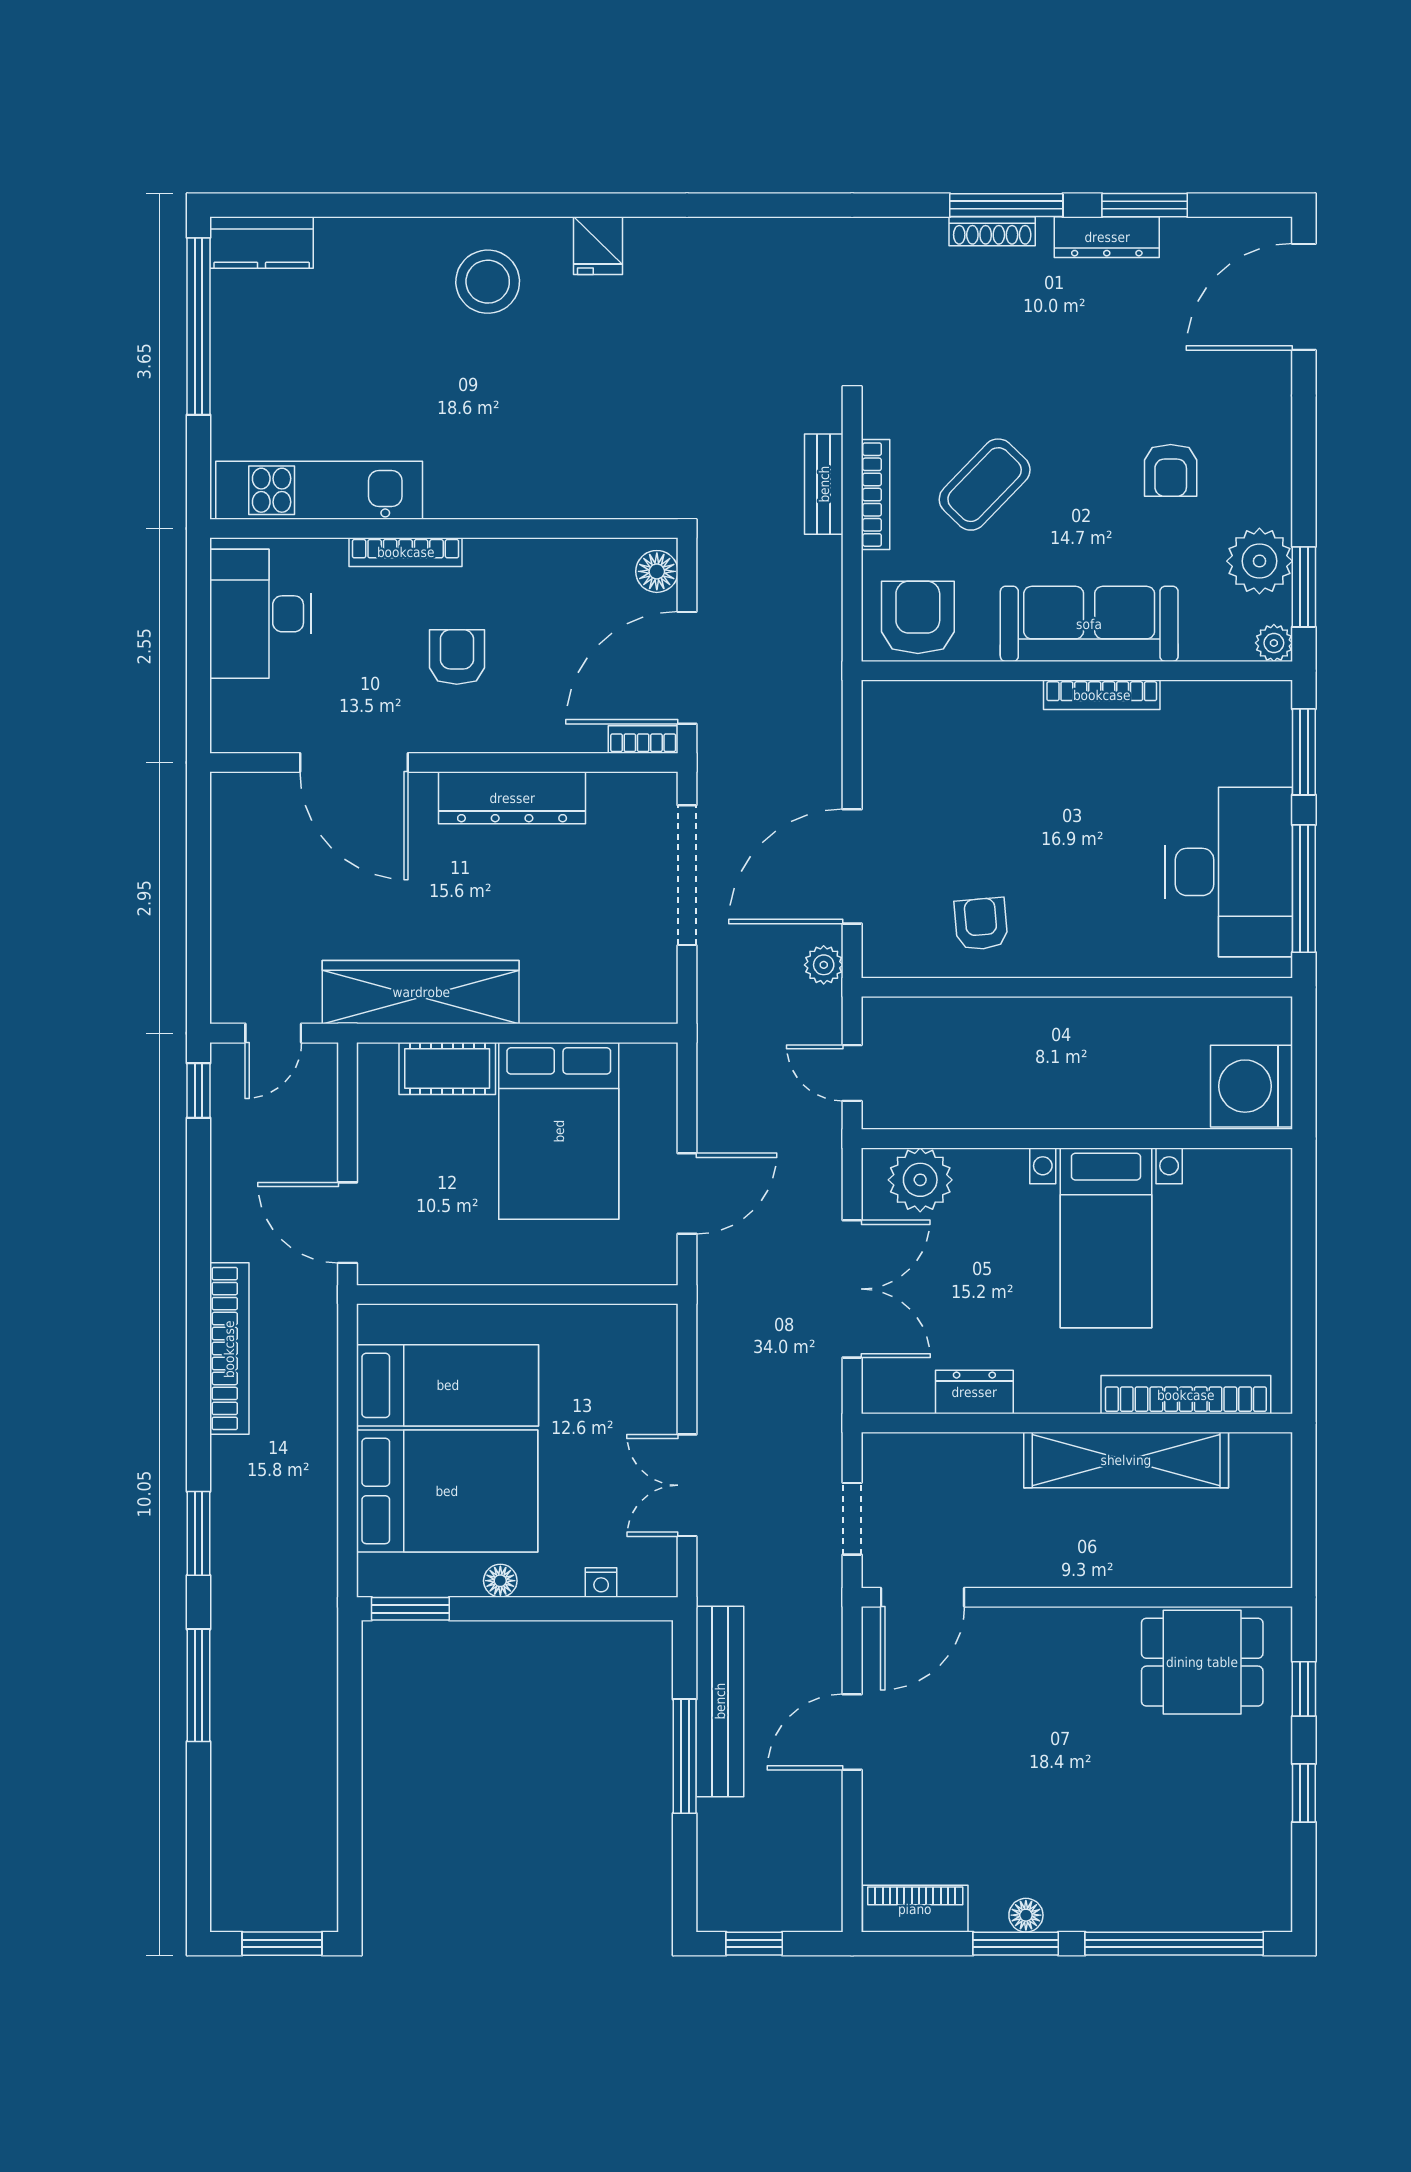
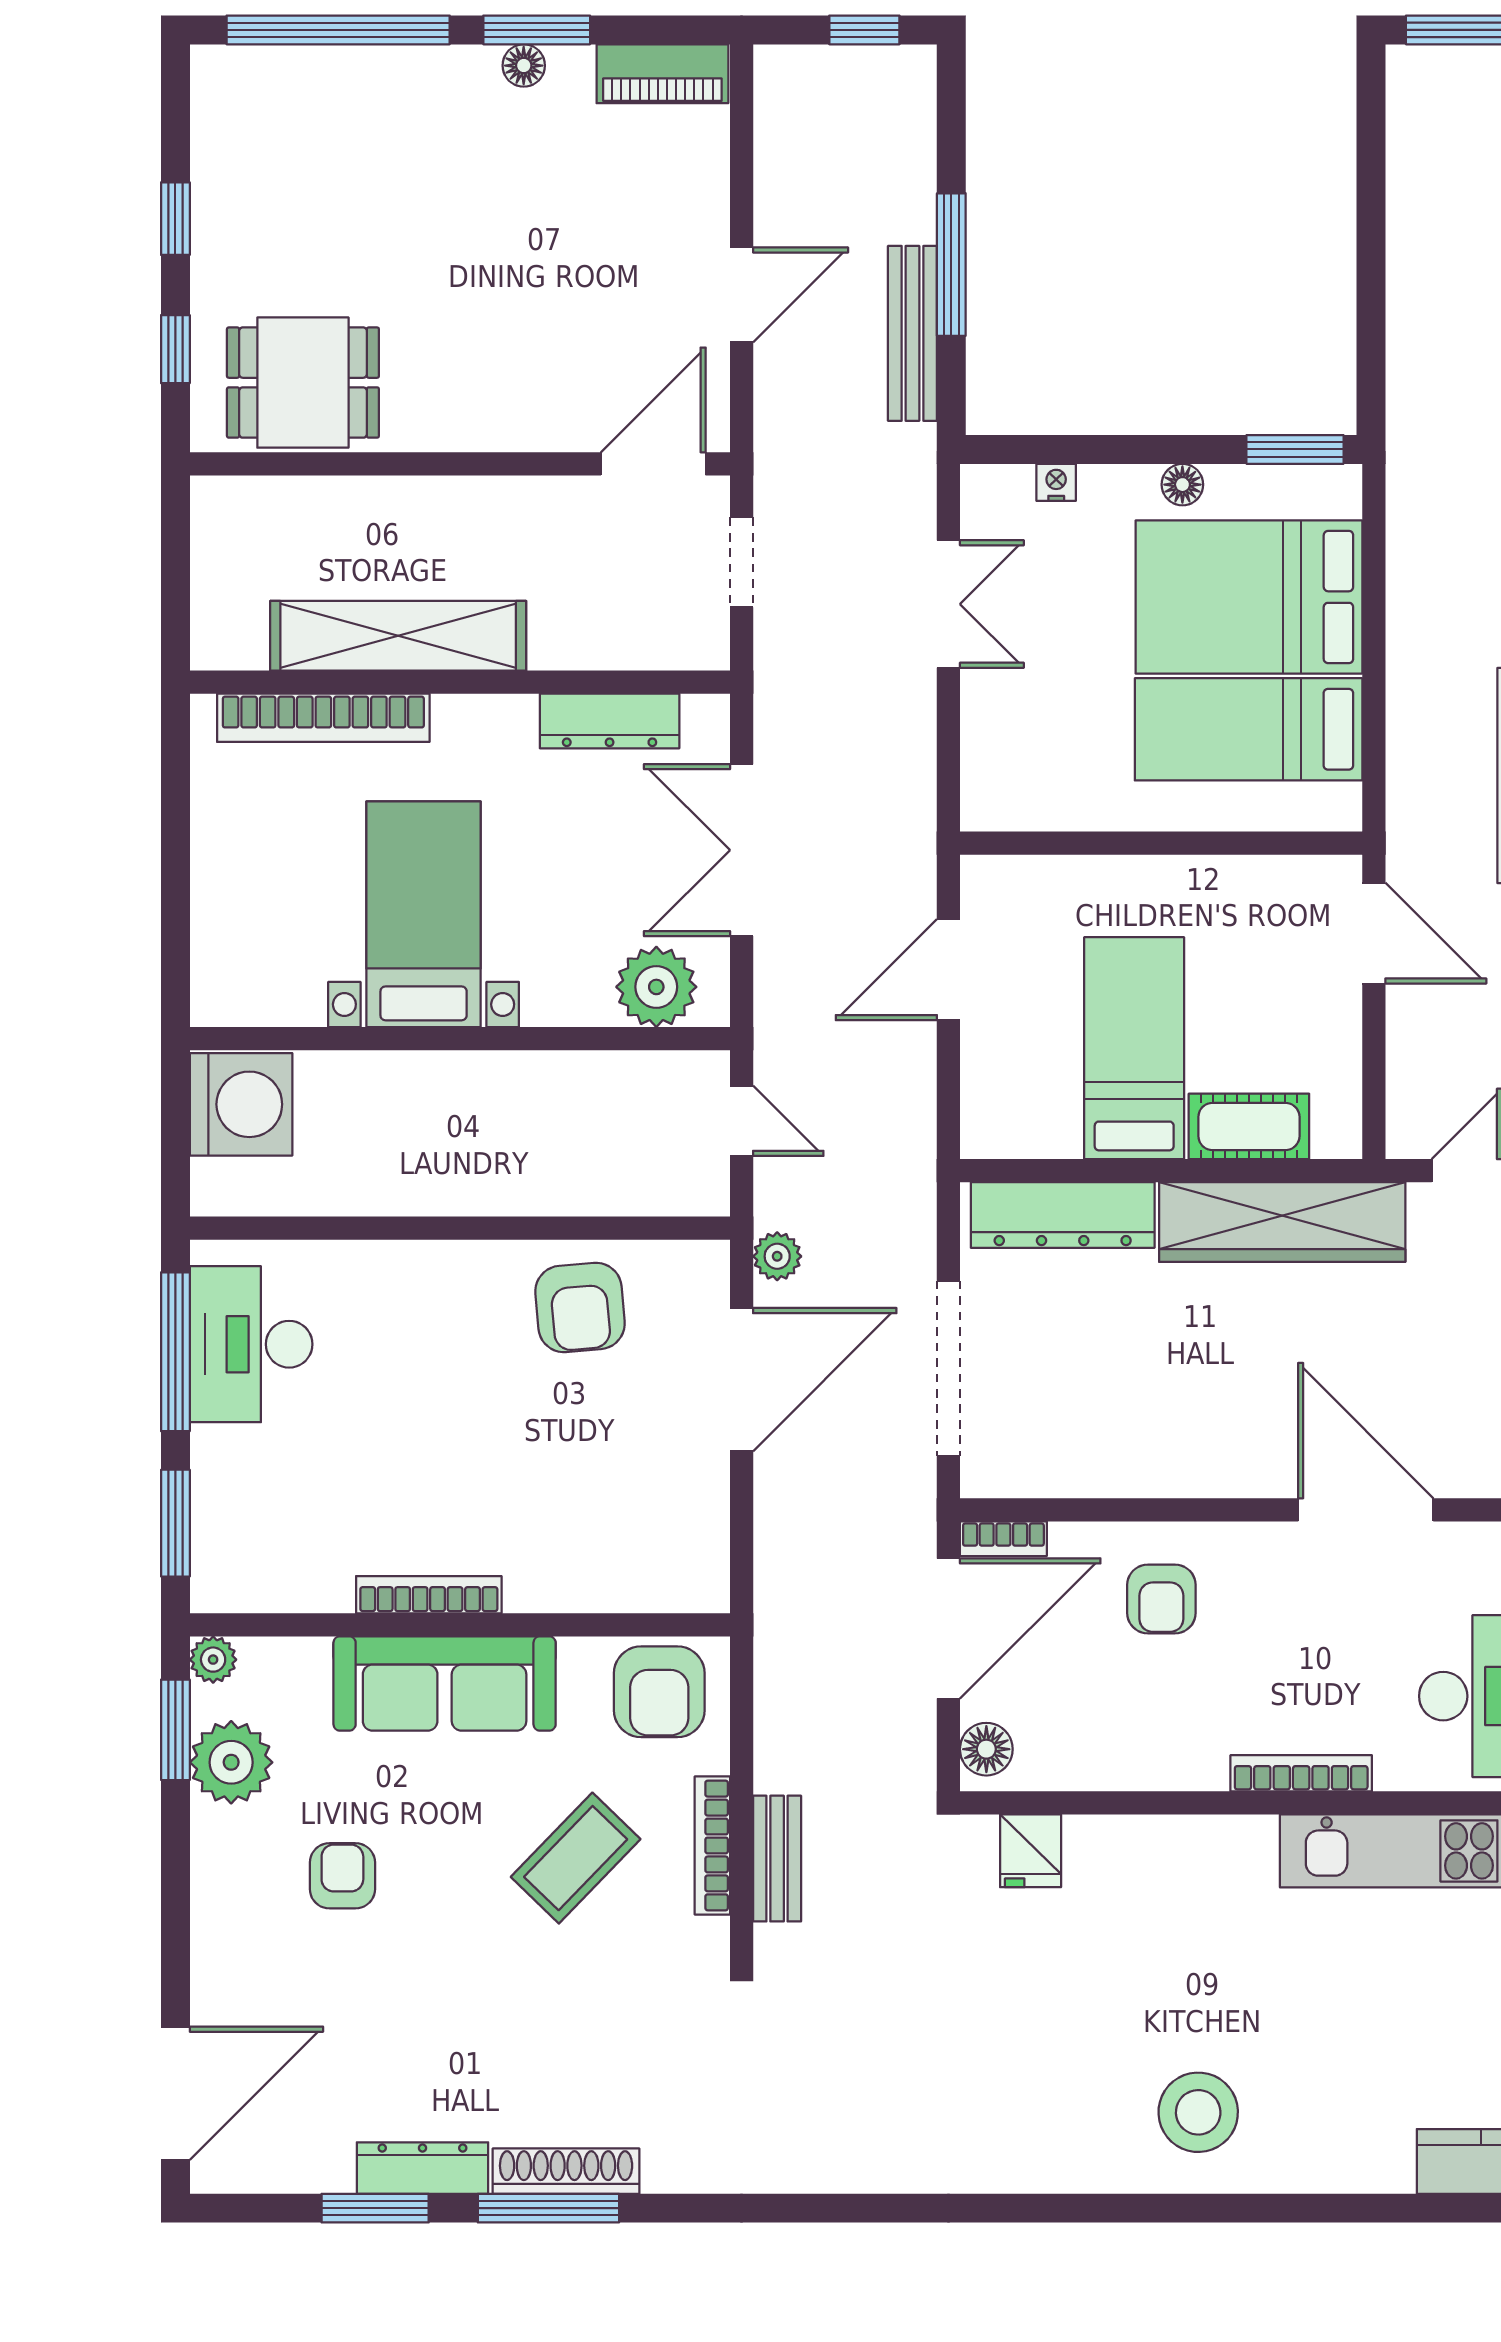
shoe rack: (992, 231) -> (566, 2171), width x1.36, depth x1.24
fridge: (598, 246) -> (1031, 1851), moved, turned 180
armchair: (457, 657) -> (1161, 1599), moved
dresser: (512, 798) -> (1063, 1215), moved, turned 180
desk: (1229, 872) -> (251, 1344), width x0.73, depth x0.77
armchair: (981, 924) -> (580, 1307), width x1.38, depth x1.38
bed: (559, 1131) -> (1134, 1048), width x0.67
dresser: (974, 1392) -> (610, 721), width x1.44
bench: (720, 1701) -> (912, 333), width x0.73, depth x0.82

